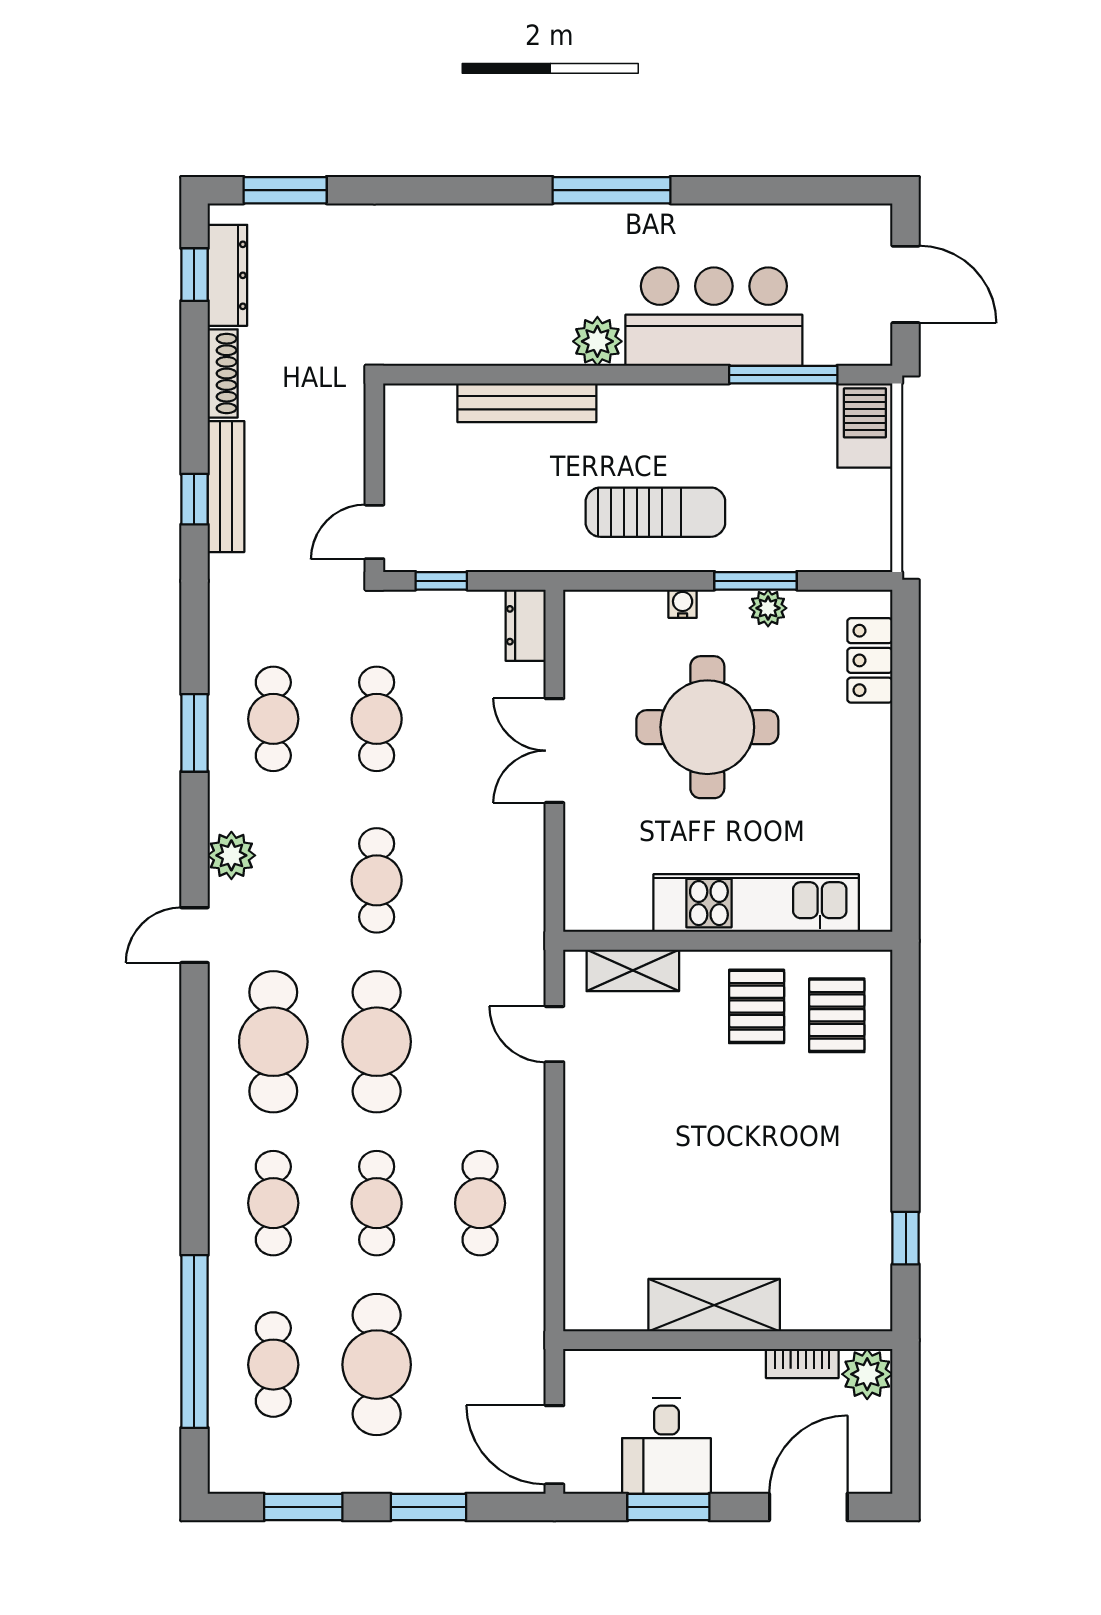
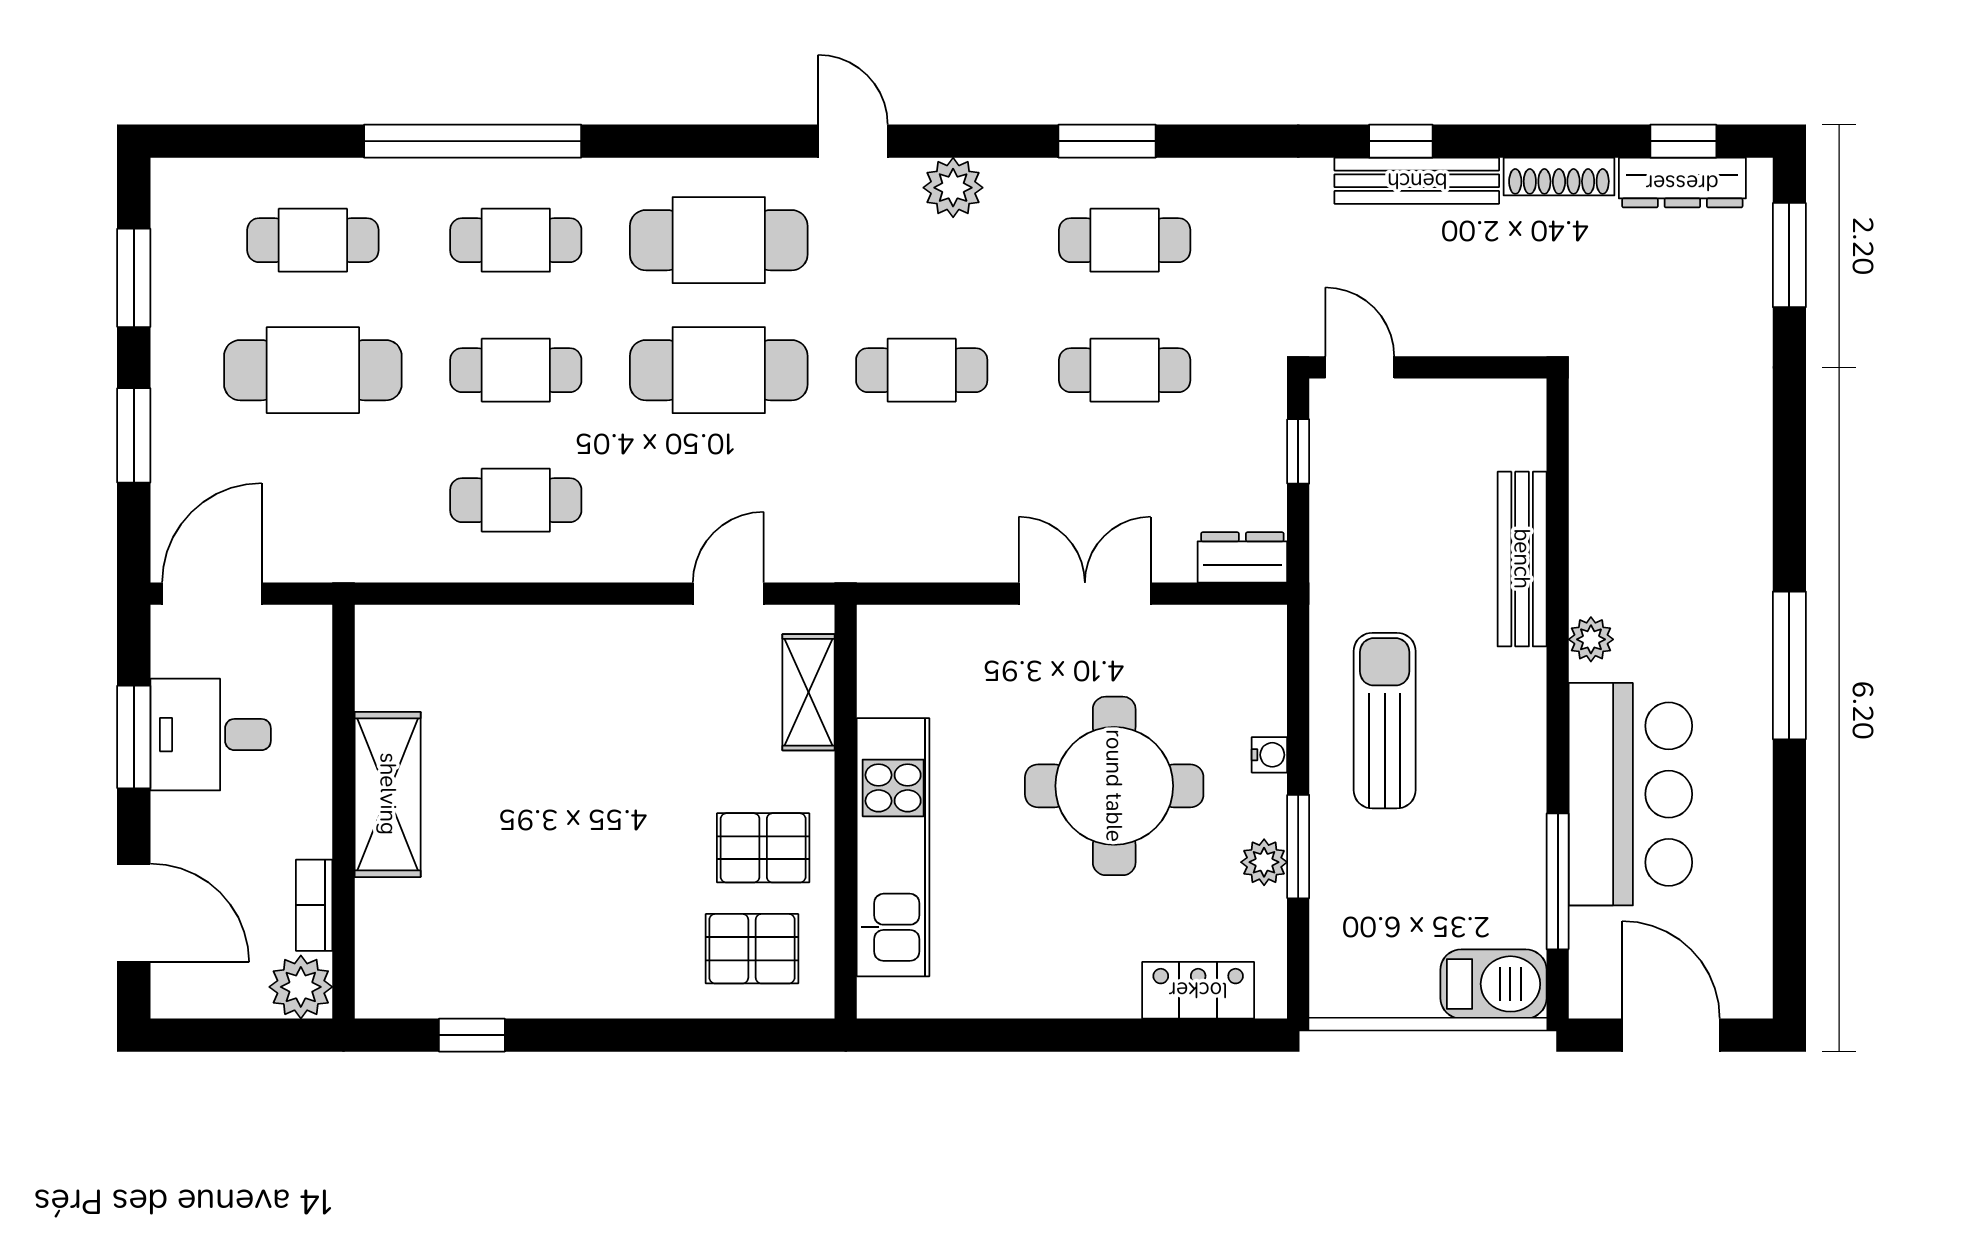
door: (906, 284) -> (1671, 1035), swing flipped
plant: (597, 341) -> (1591, 639), width x0.73, depth x0.73
sun lounger: (655, 512) -> (1385, 721), turned 180
window: (194, 1341) -> (473, 141), moved

